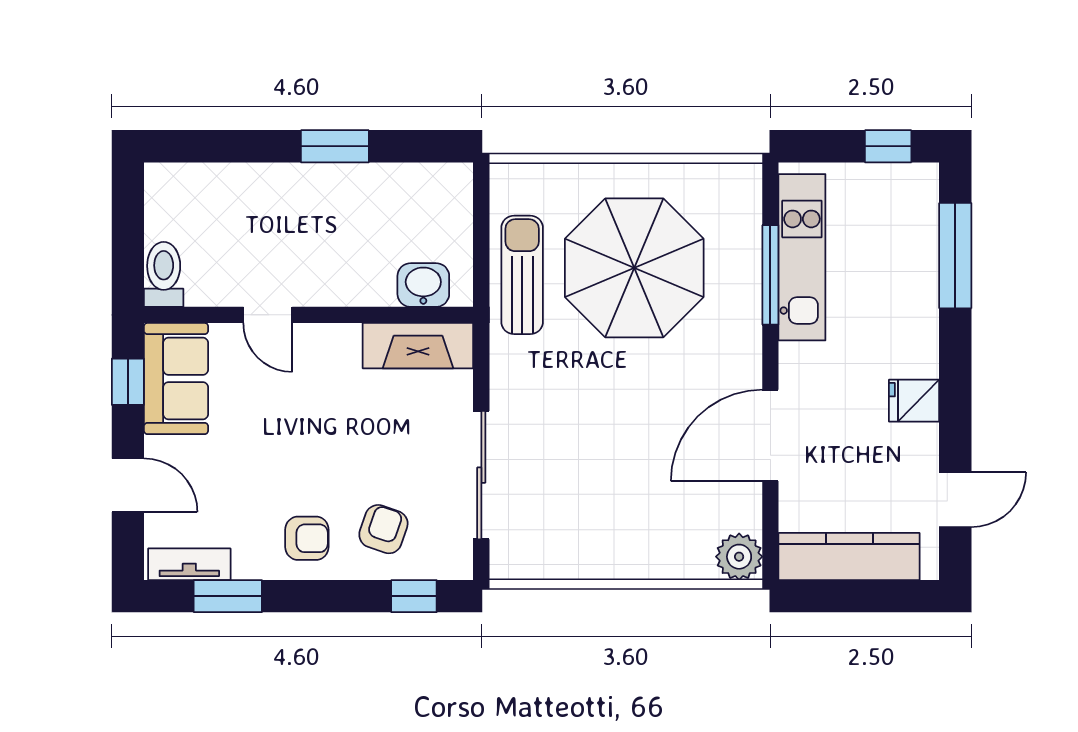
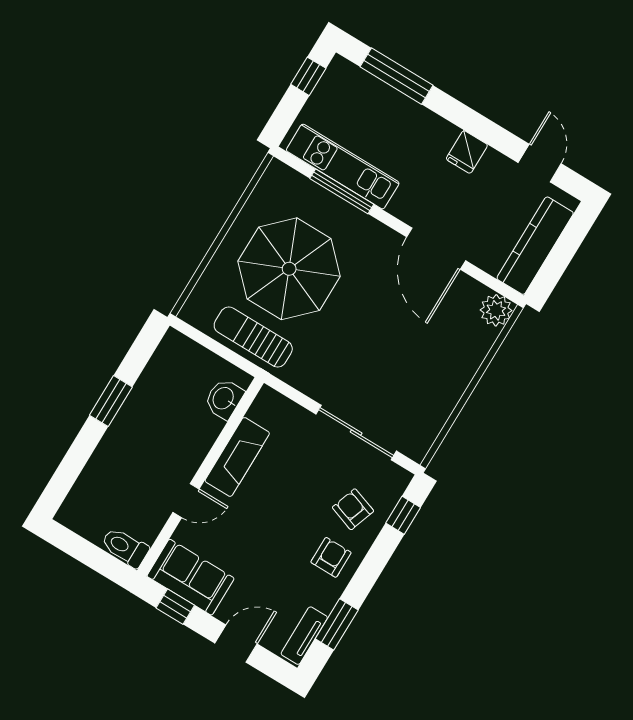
fireplace: (418, 346) -> (237, 457), moved

